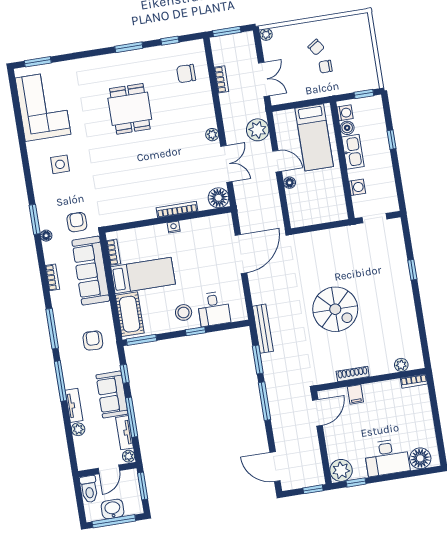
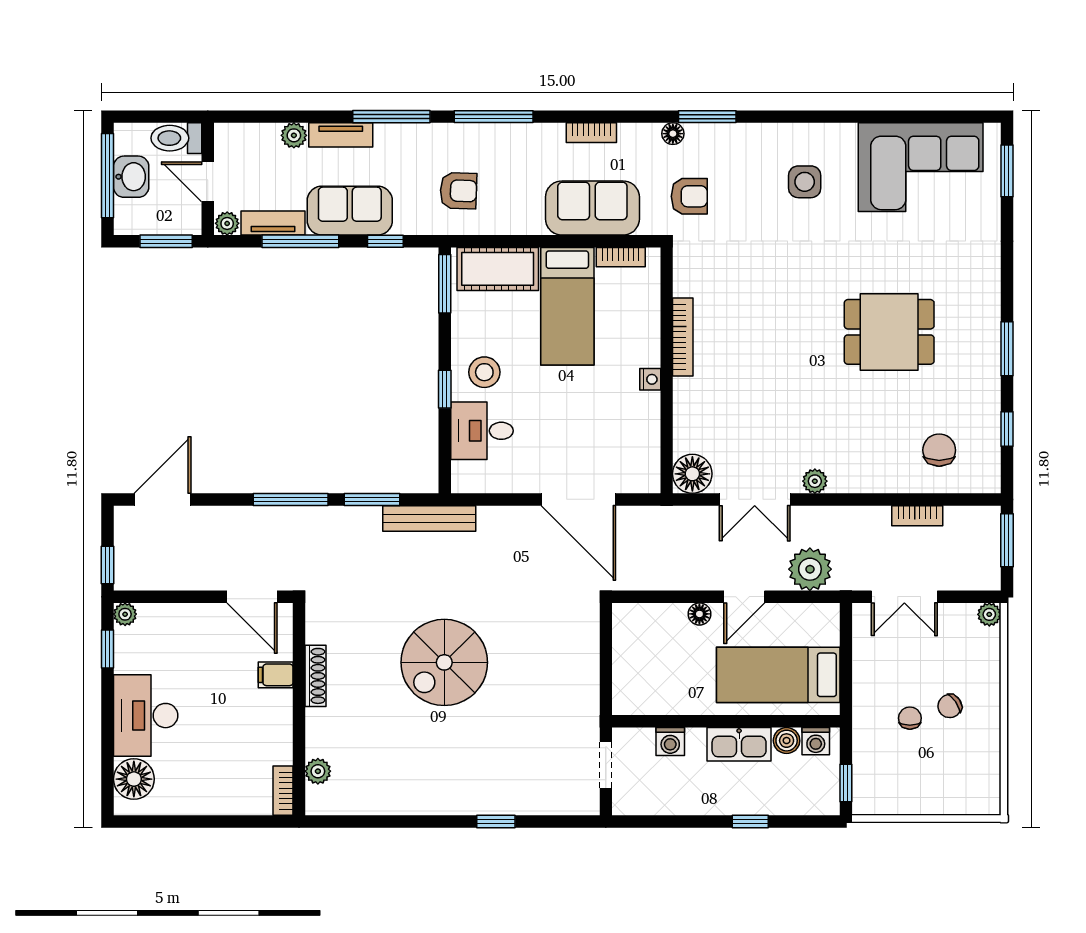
bookcase: (177, 209) -> (683, 337), moved
sofa: (91, 271) -> (592, 208), width x0.73
plant: (341, 470) -> (125, 614), width x0.53, depth x0.53

